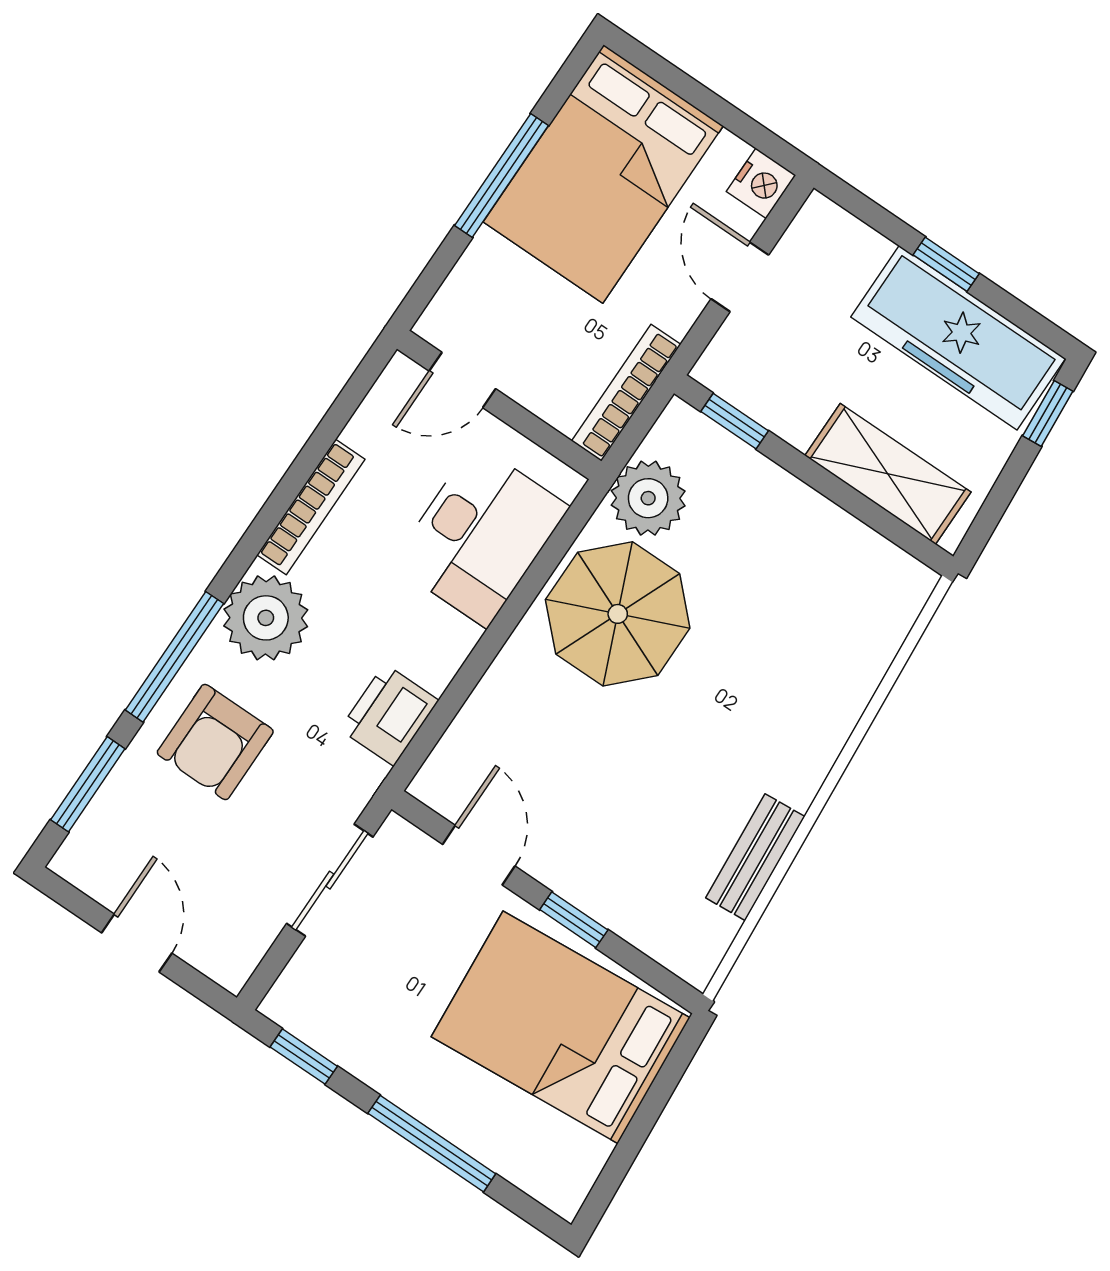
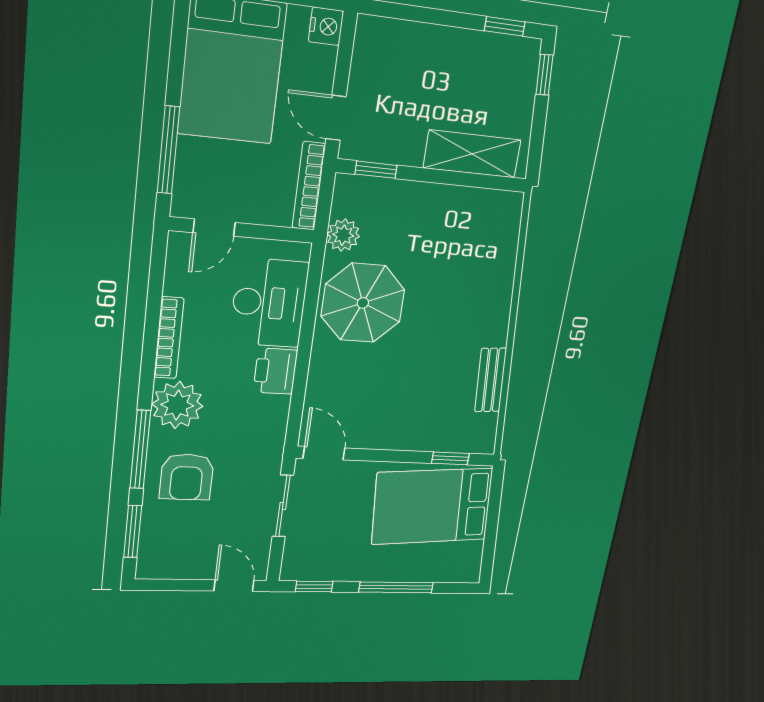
window: (502, 176) -> (168, 150), moved
window: (946, 264) -> (505, 26), moved
door: (740, 277) -> (336, 118), moved
freezer: (958, 338) -> (478, 58), removed
plant: (648, 498) -> (343, 235), width x0.73, depth x0.73
printer: (389, 715) -> (275, 371), moved
door: (479, 855) -> (324, 453), moved
window: (574, 920) -> (450, 458), moved
door: (137, 943) -> (234, 586), moved

